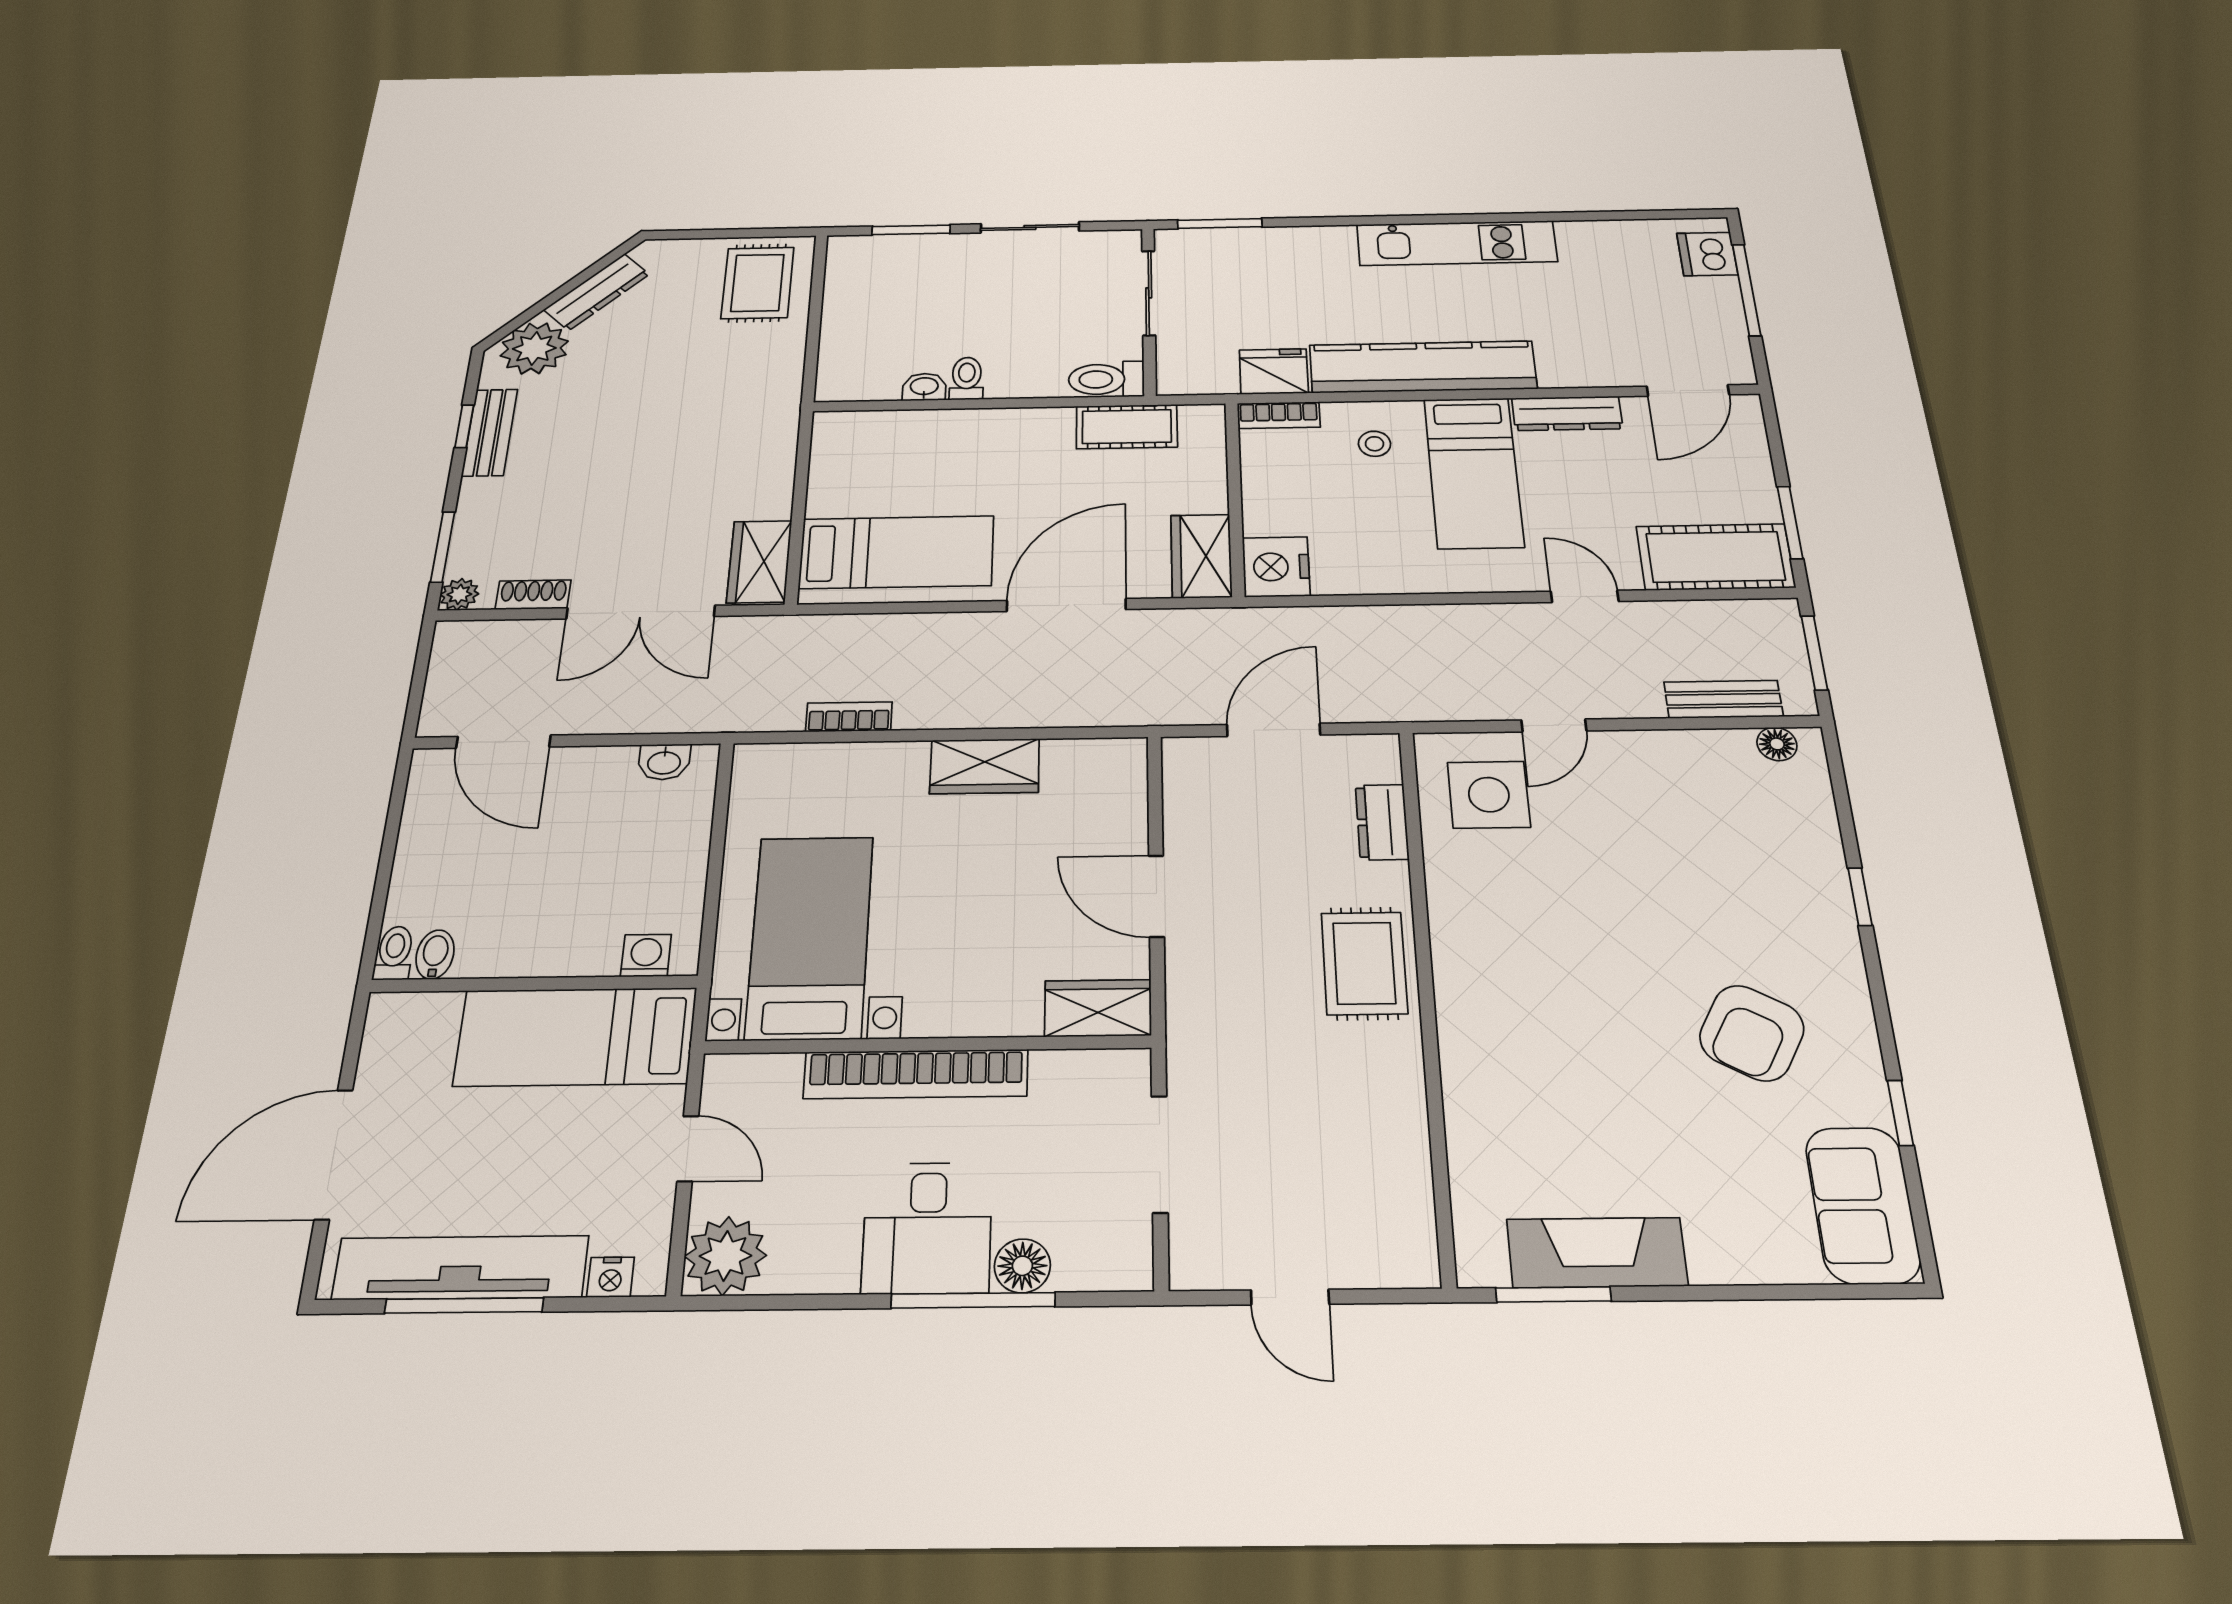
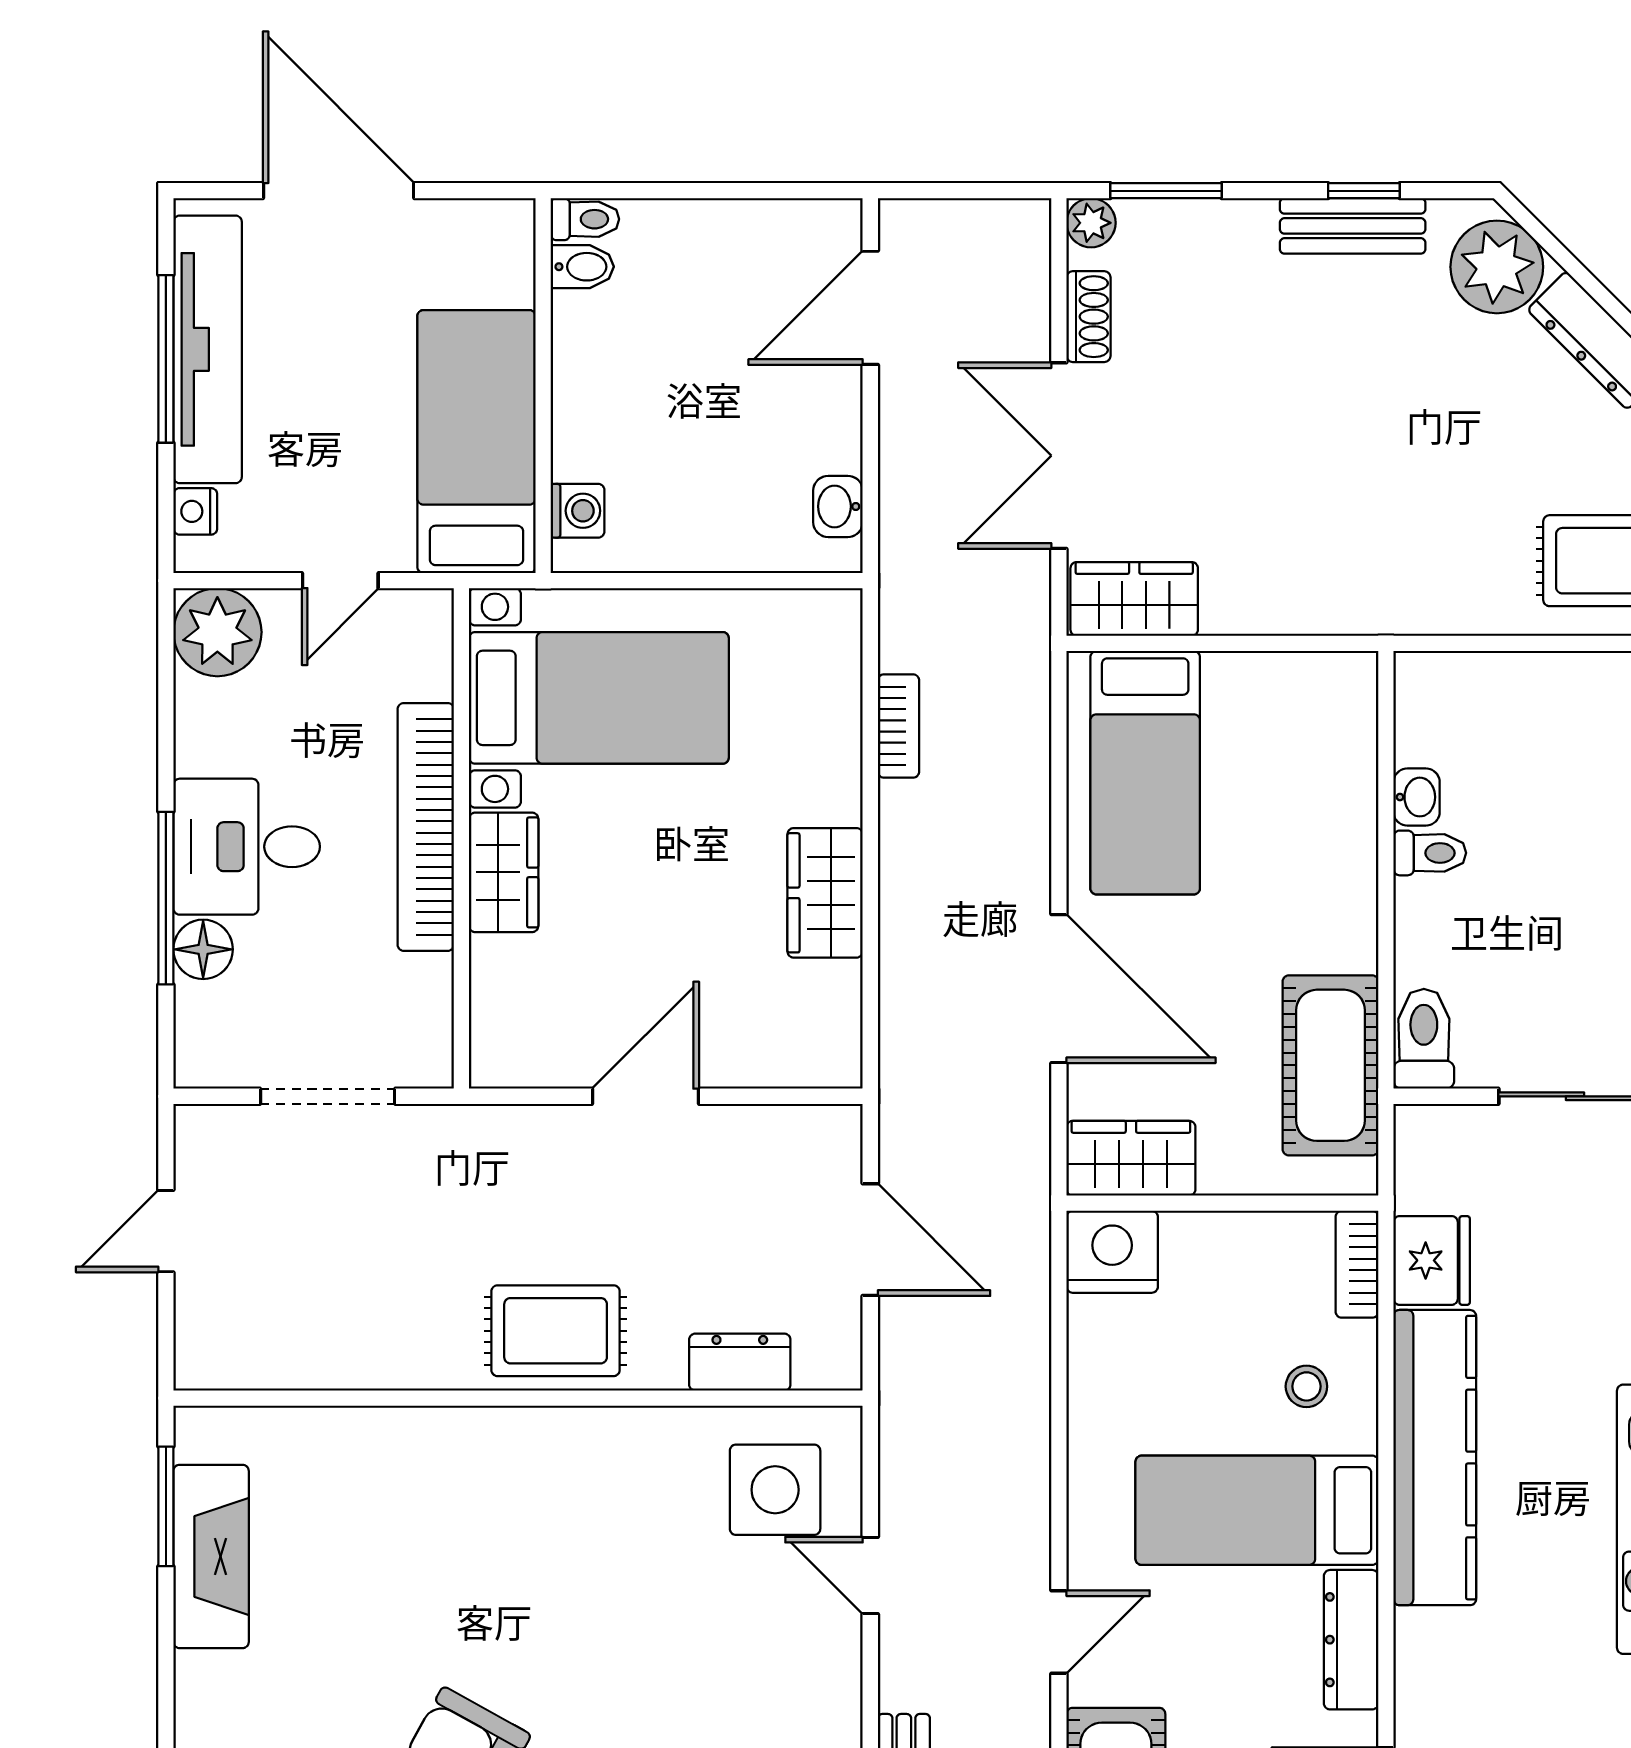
cot: (1127, 427) -> (1330, 1065), width x1.37, depth x1.34
wardrobe: (1098, 1008) -> (504, 872), moved

